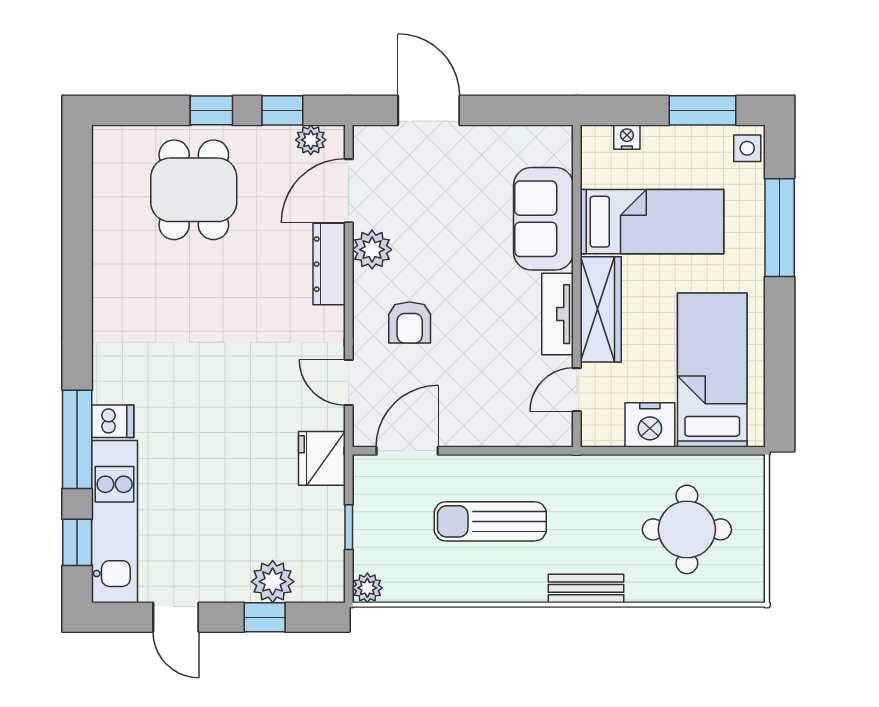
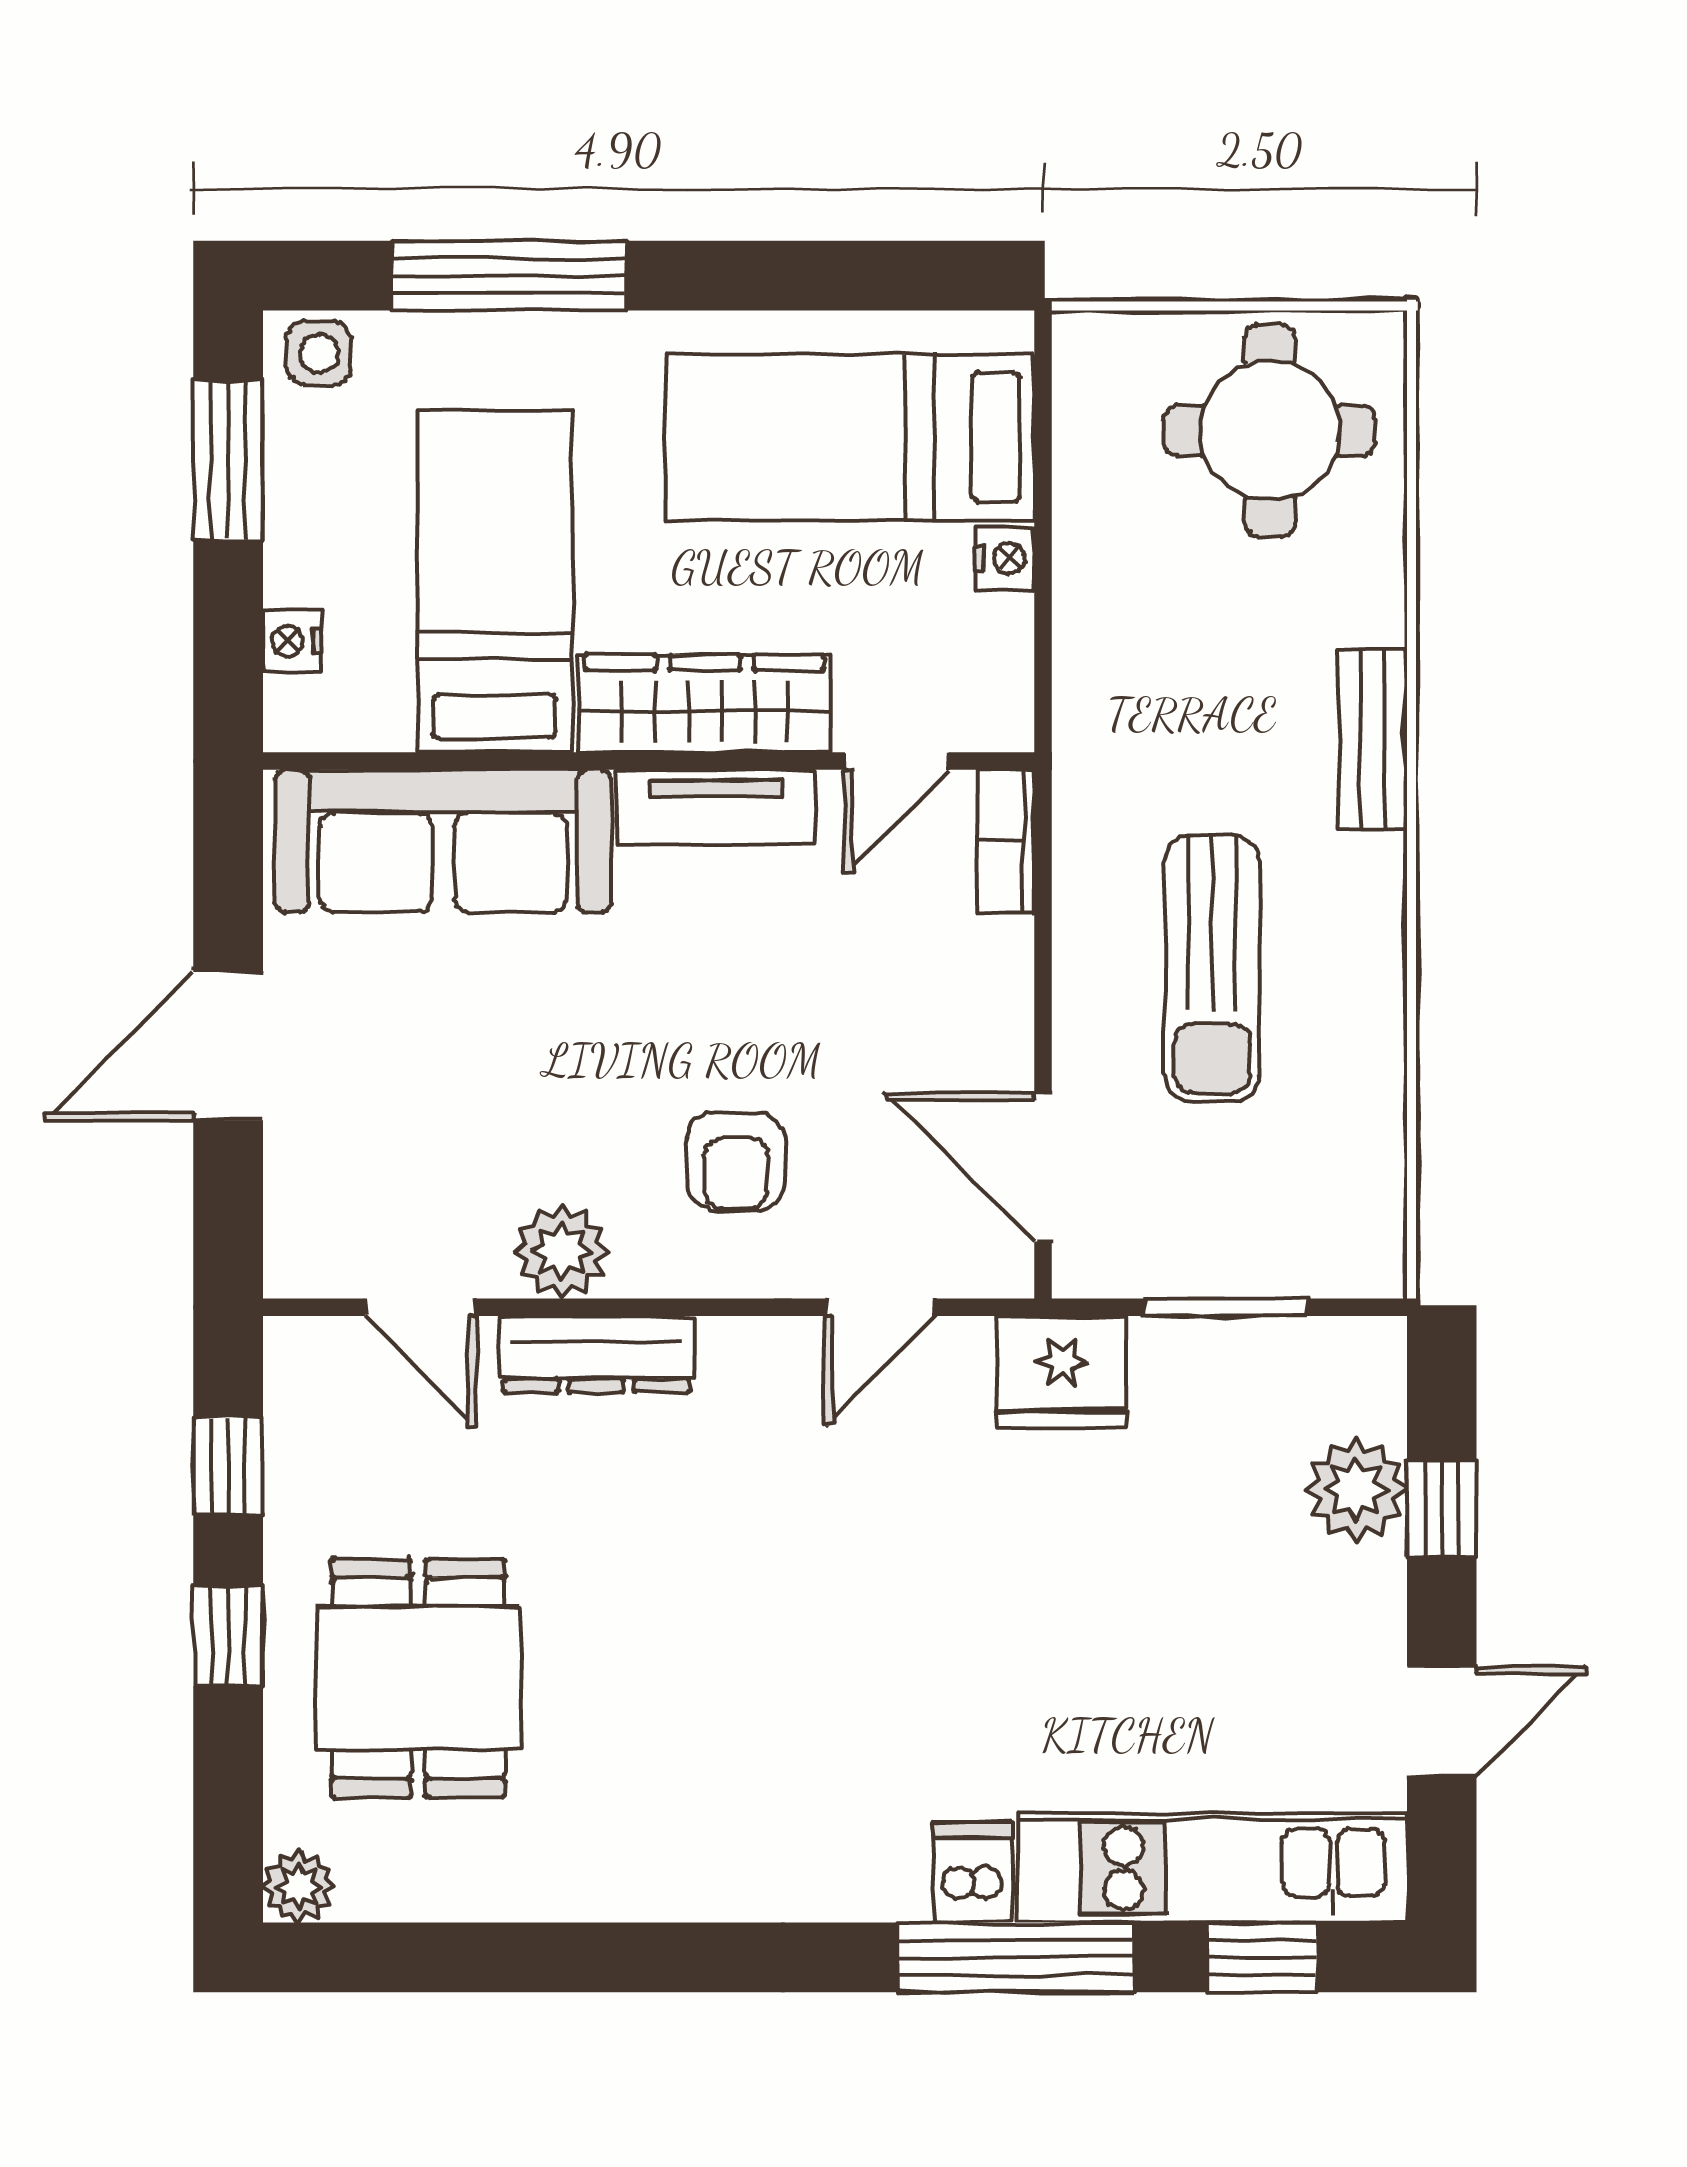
door: (429, 110) -> (228, 1046), moved
plant: (311, 140) -> (299, 1887), moved
dining table: (194, 190) -> (418, 1678), turned 90
door: (349, 191) -> (421, 1307), width x0.73
sofa: (543, 219) -> (443, 841), width x1.36
armchair: (410, 322) -> (736, 1161), turned 90
door: (577, 390) -> (897, 761), hinge flipped
nightstand: (650, 425) -> (1005, 558), width x0.53, depth x0.56
bookcase: (543, 435) -> (1006, 841), added
window: (349, 527) -> (1226, 1307), width x1.50
round table: (687, 529) -> (1270, 431), moved
plant: (367, 588) -> (1371, 1263), removed

